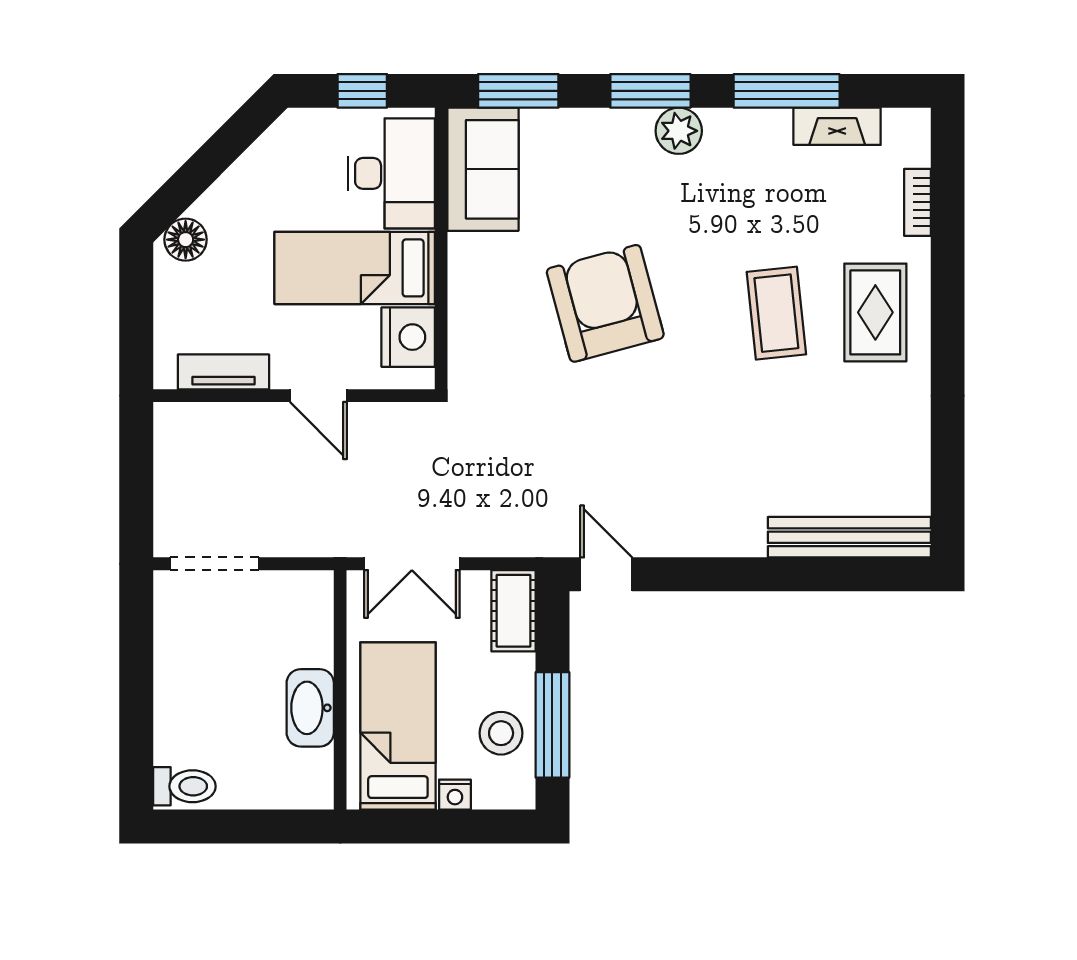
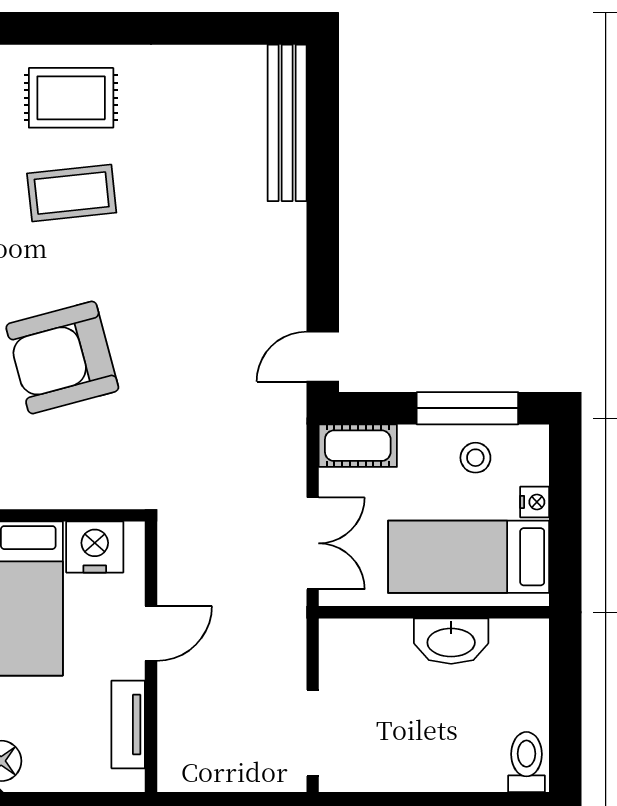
stool: (501, 733) -> (475, 458), width x0.73, depth x0.73

